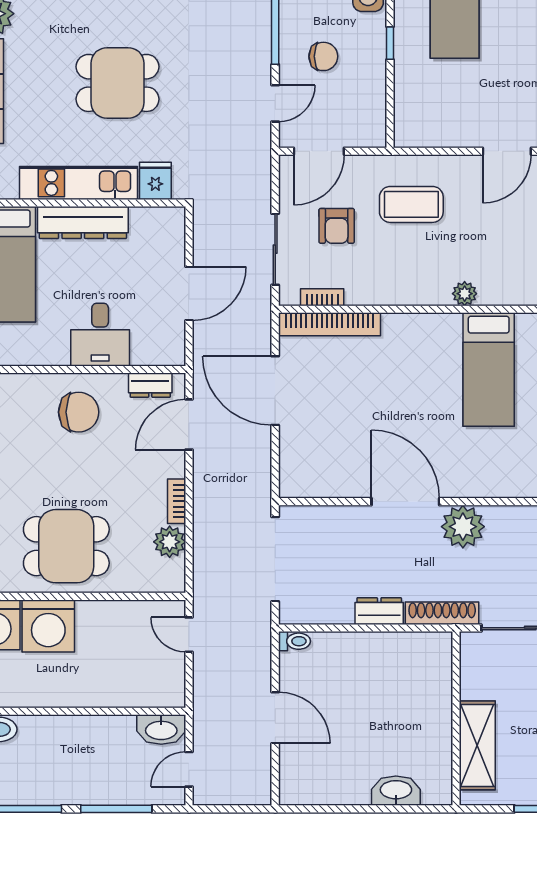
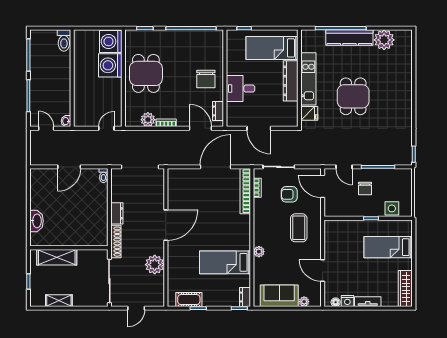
plant: (463, 527) -> (155, 265), moved
washbasin: (161, 730) -> (66, 121), width x0.52, depth x0.69

